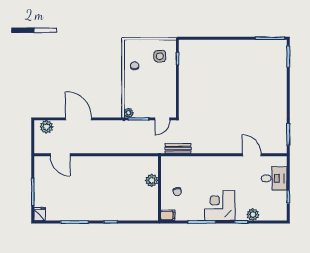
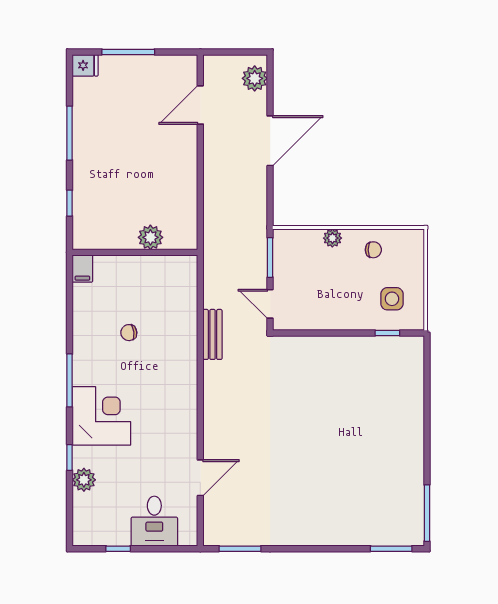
plant: (129, 113) -> (332, 238), moved
plant: (152, 180) -> (150, 237), moved
wall: (159, 188) -> (135, 252), moved
filing cabinet: (168, 215) -> (82, 269), moved

